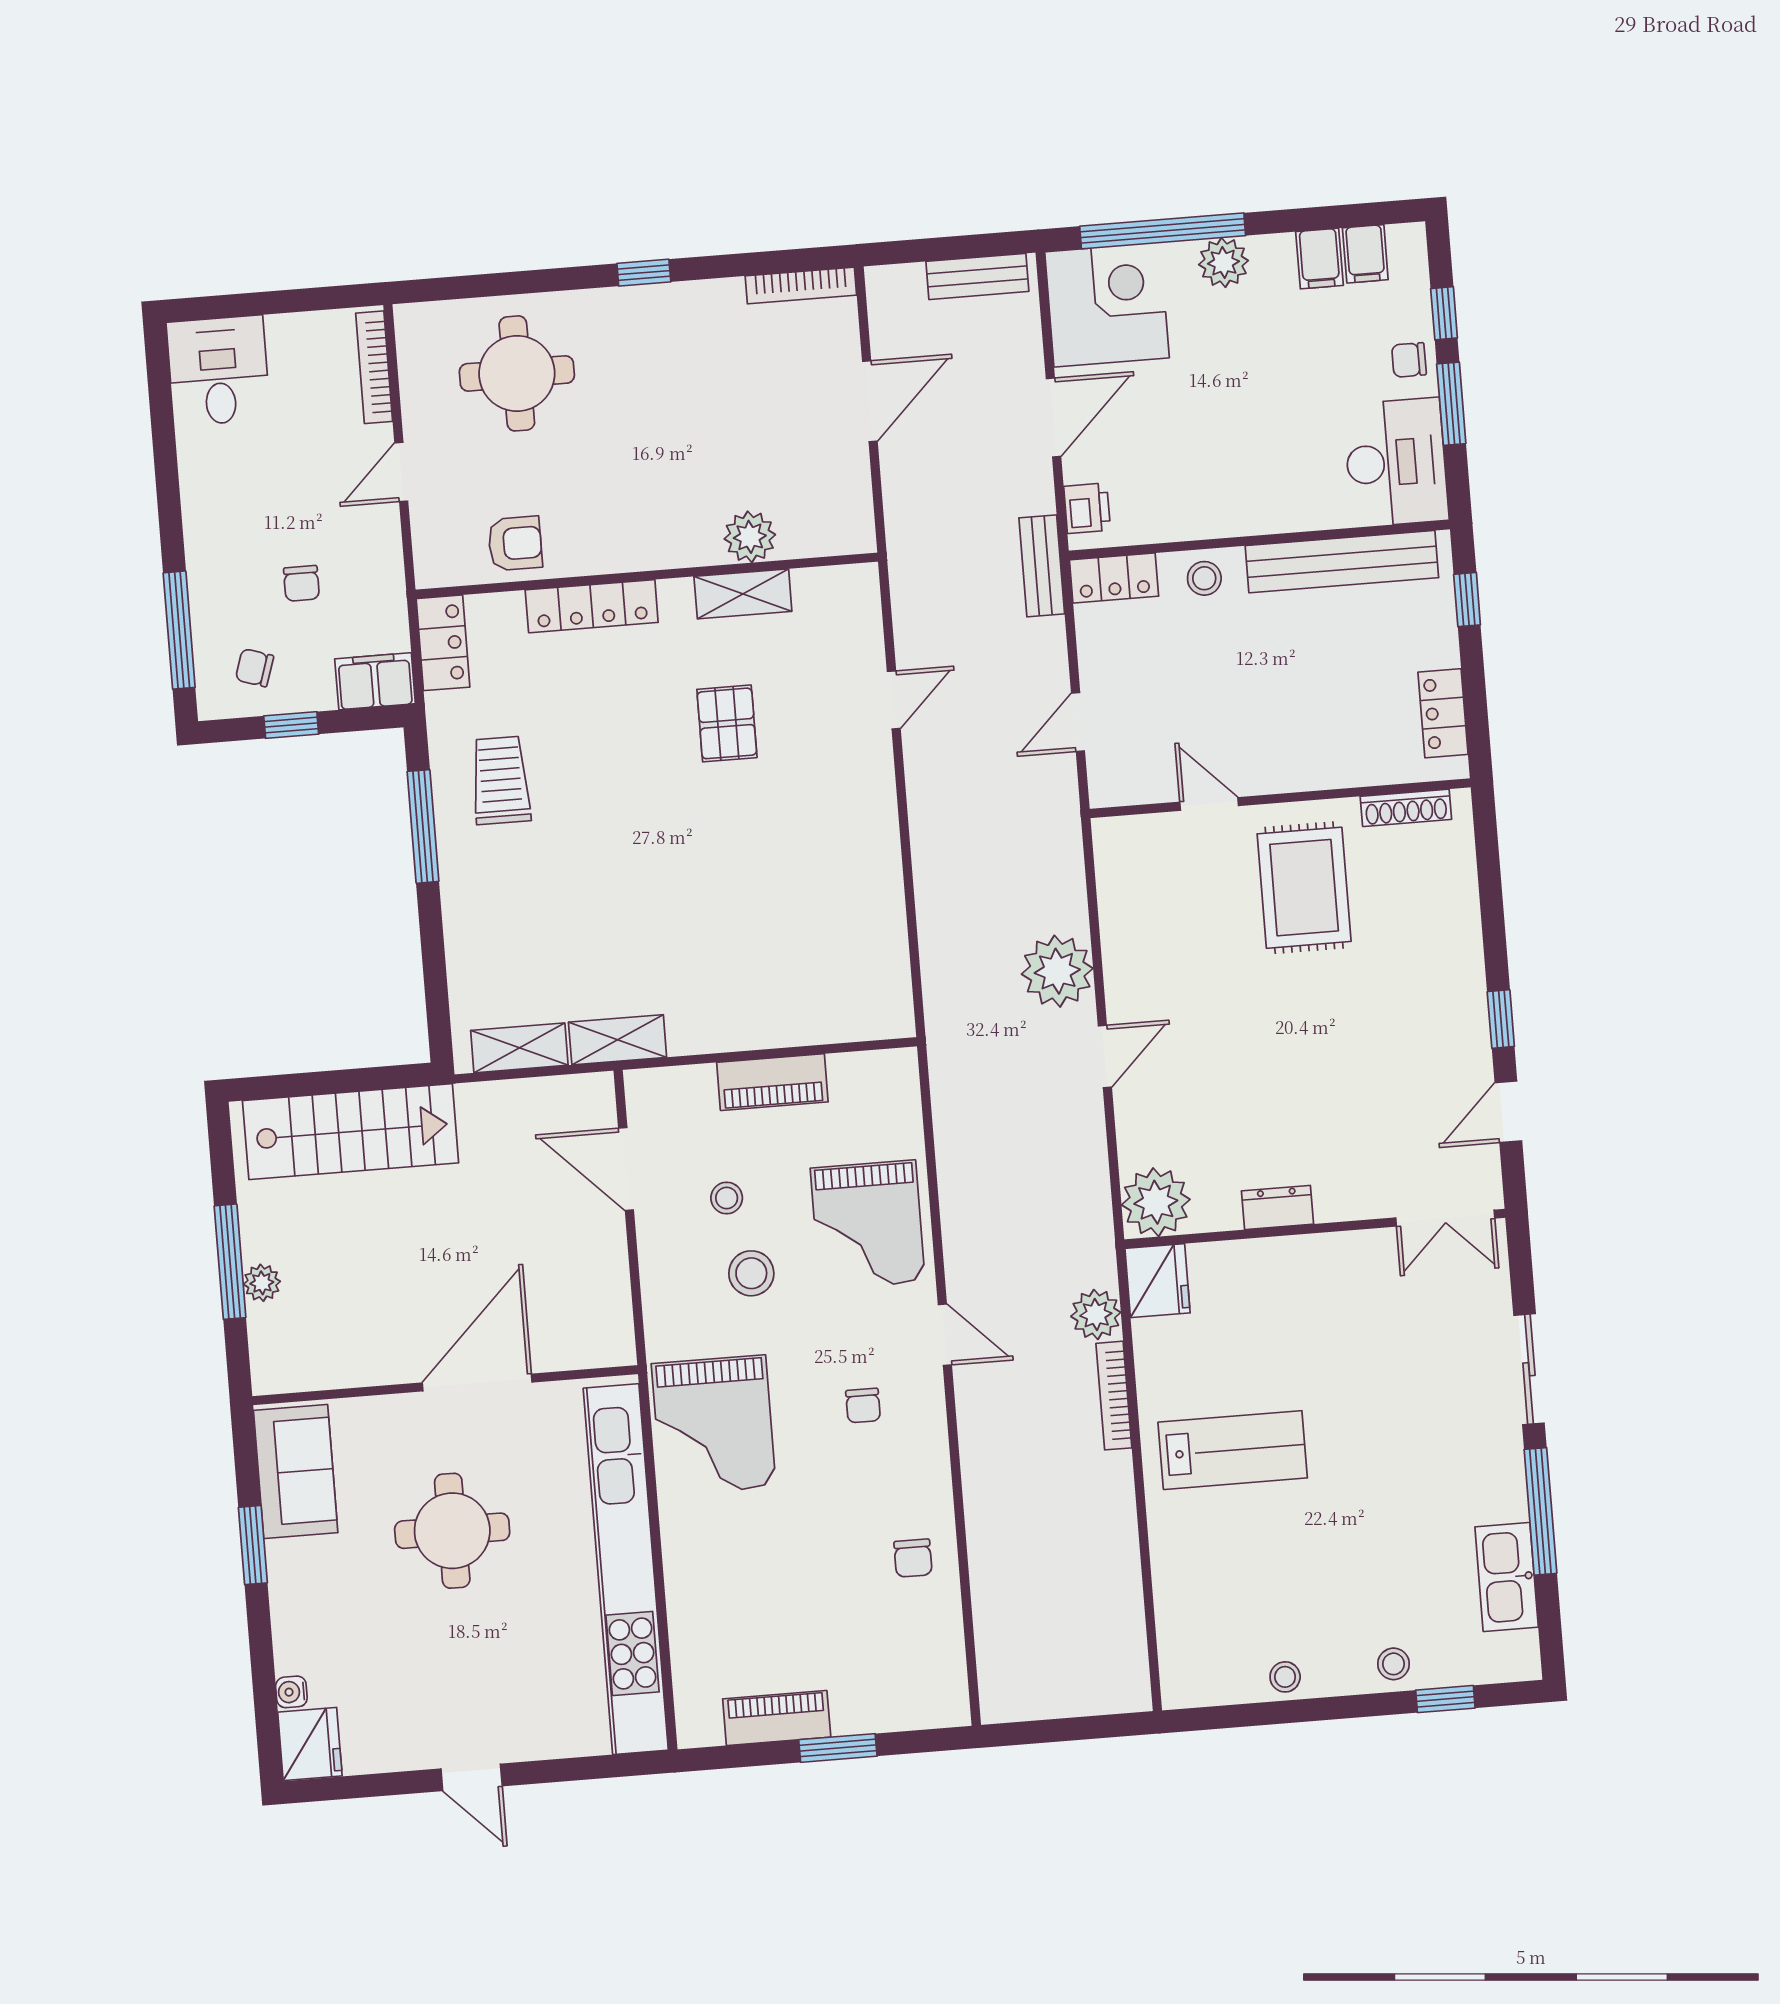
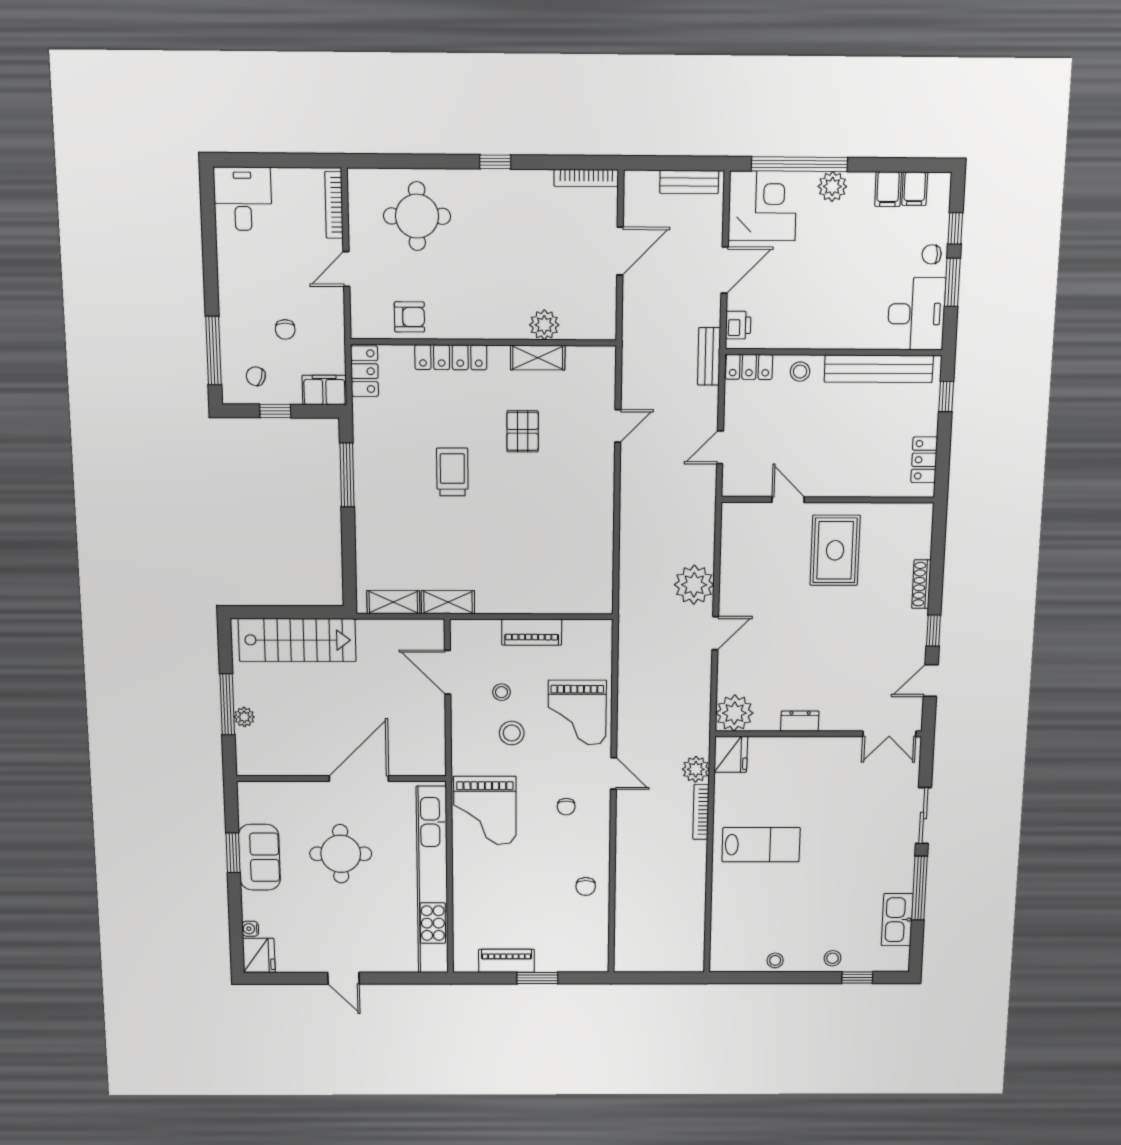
trolley: (501, 780) -> (452, 472), moved
shoe rack: (1406, 808) -> (921, 584), moved, turned 90
sofa: (296, 1471) -> (259, 857), moved

